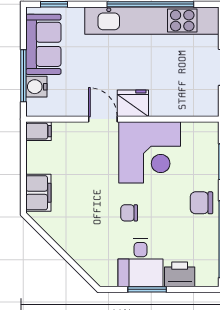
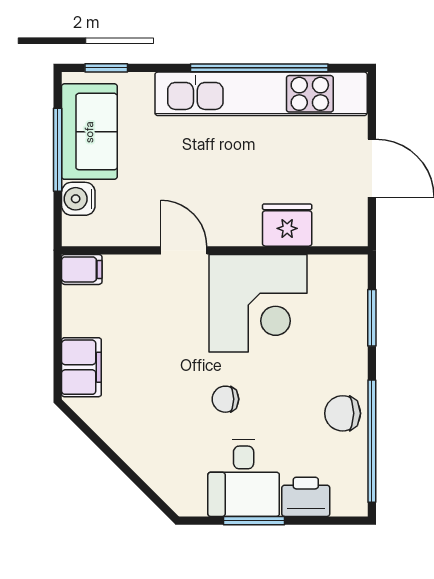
window: (23, 76) -> (58, 150), moved
fridge: (133, 103) -> (287, 225), moved
chair: (201, 203) -> (343, 413), moved

